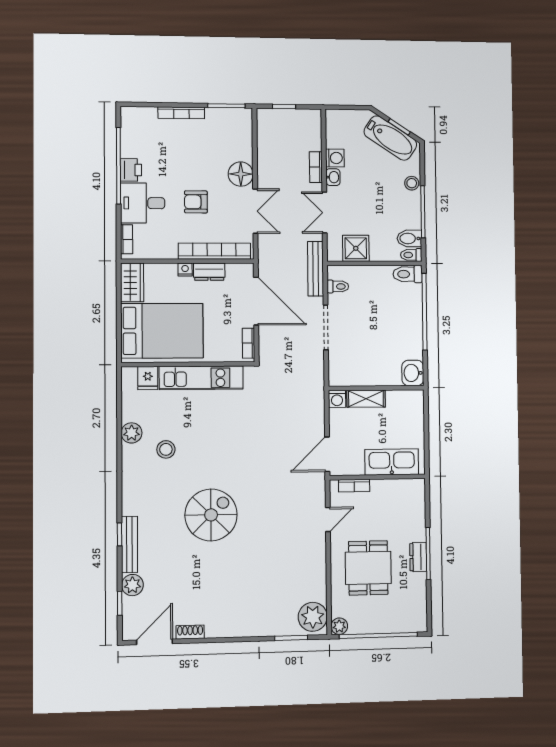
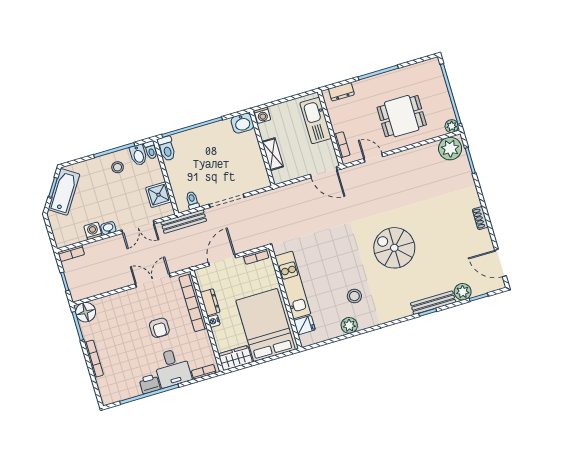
bookcase: (316, 167) -> (71, 253), moved
floor lamp: (241, 174) -> (86, 312), moved
stool: (412, 183) -> (118, 167), moved
door: (256, 301) -> (222, 260), width x0.73
washing machine: (337, 399) -> (262, 115), moved, turned 90
dresser: (418, 557) -> (341, 92), moved
shoe rack: (190, 632) -> (480, 218), moved

